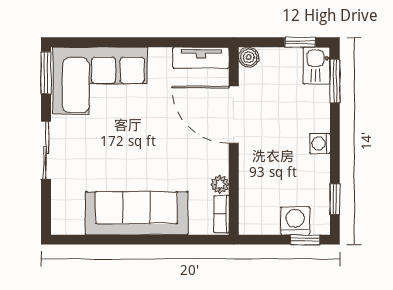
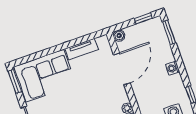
tv unit: (201, 58) -> (81, 49), moved
kitchen sink: (317, 66) -> (156, 27), removed
door: (234, 115) -> (122, 69), swing flipped

